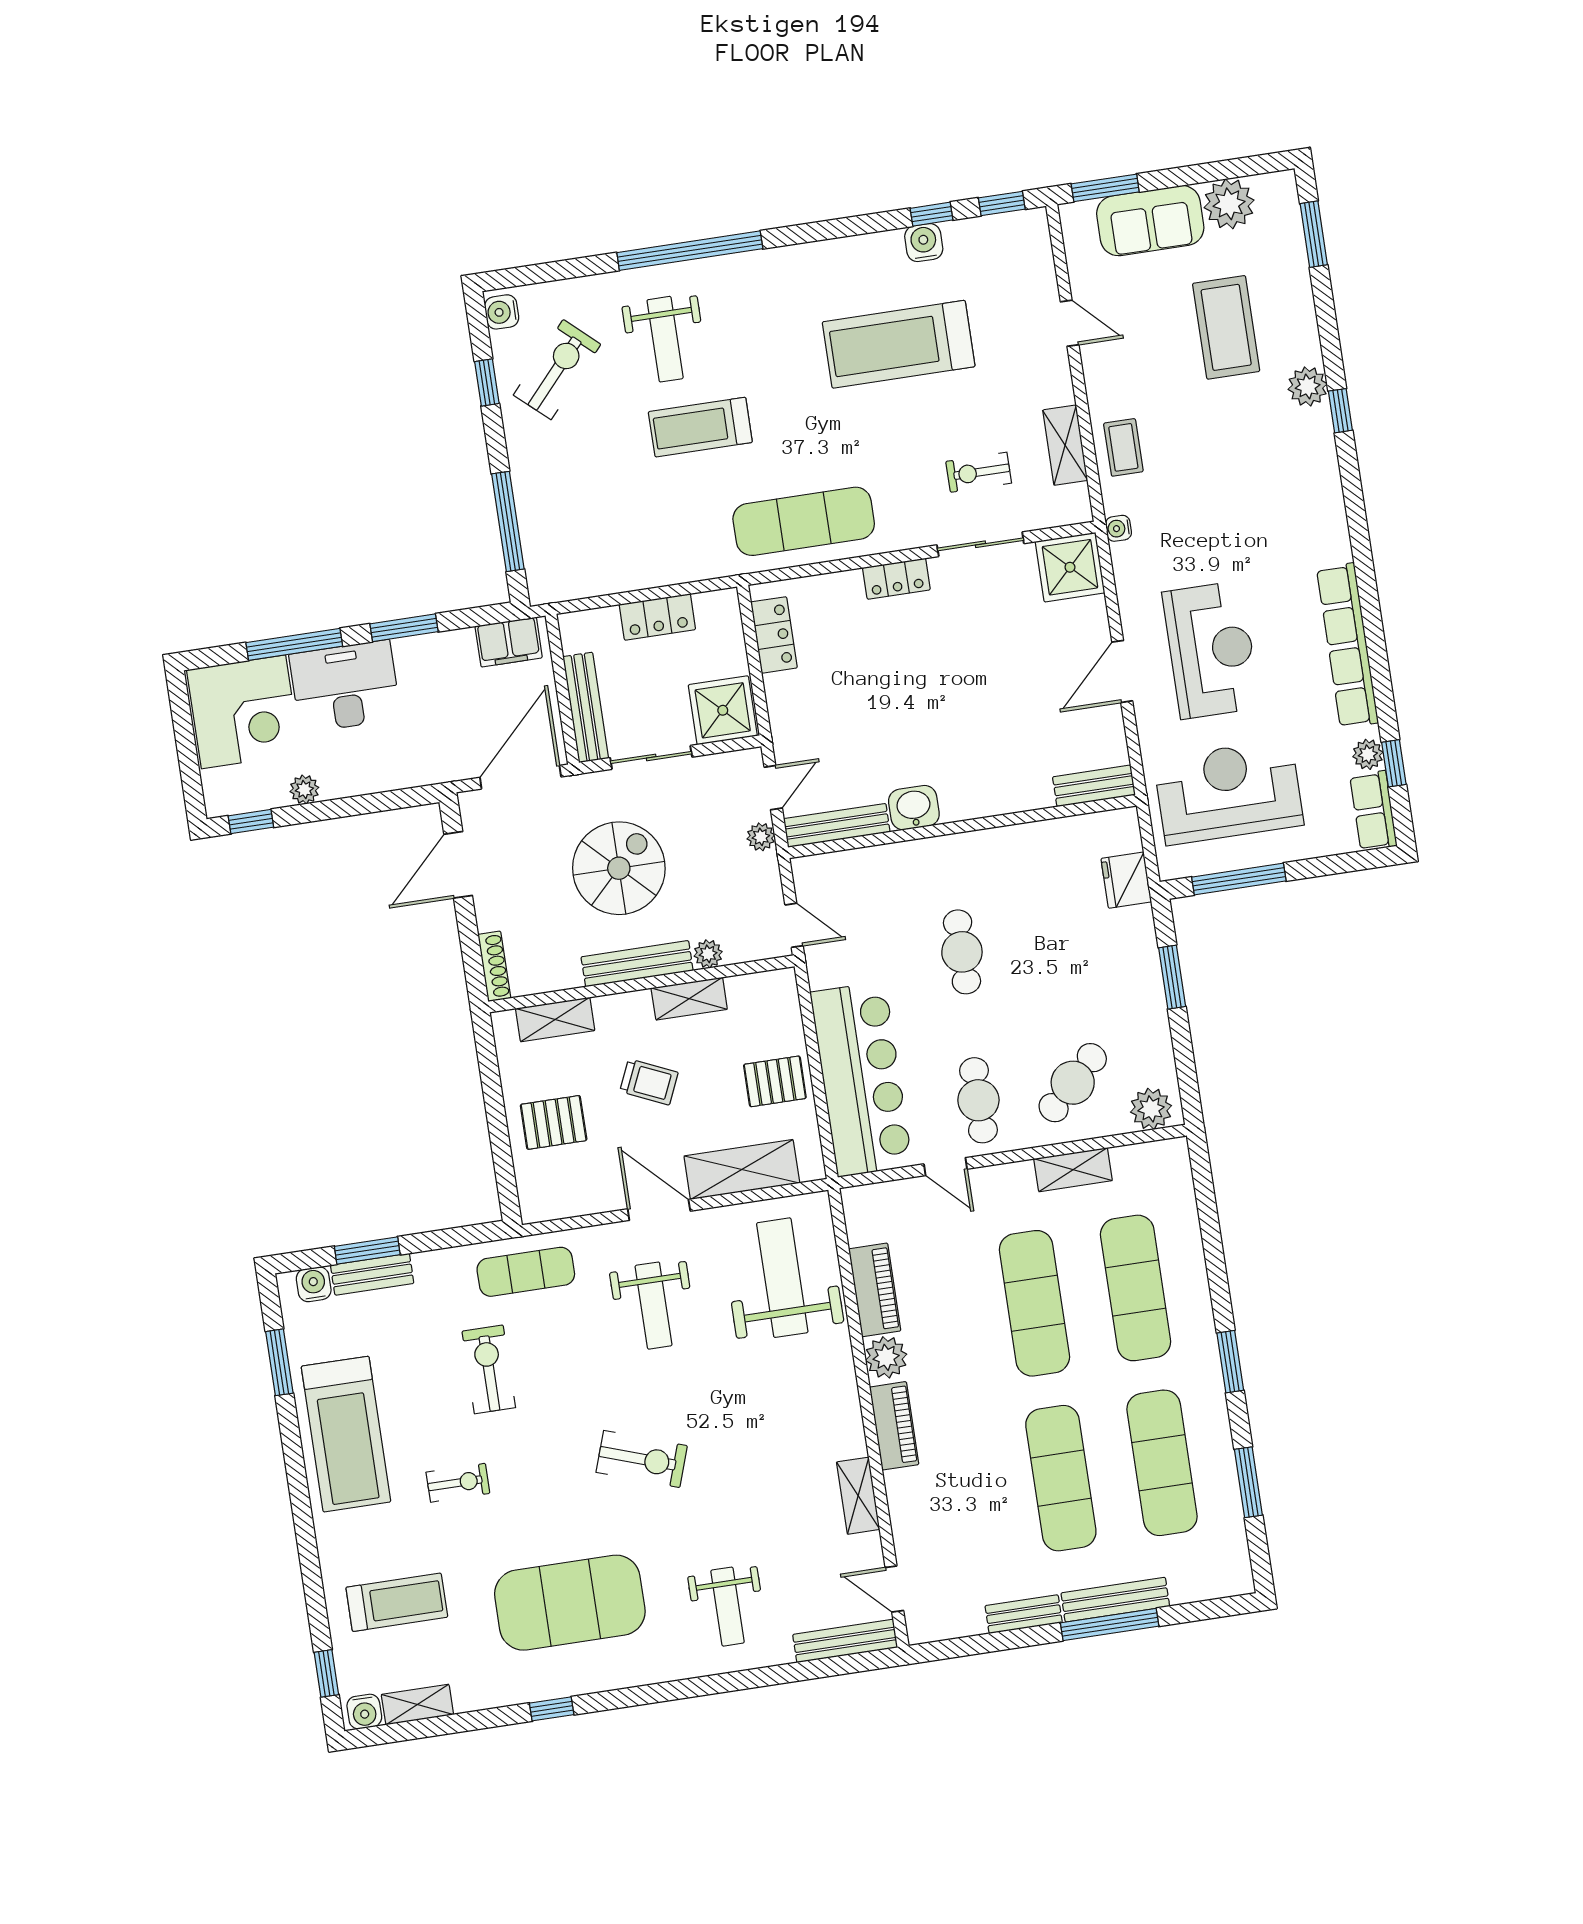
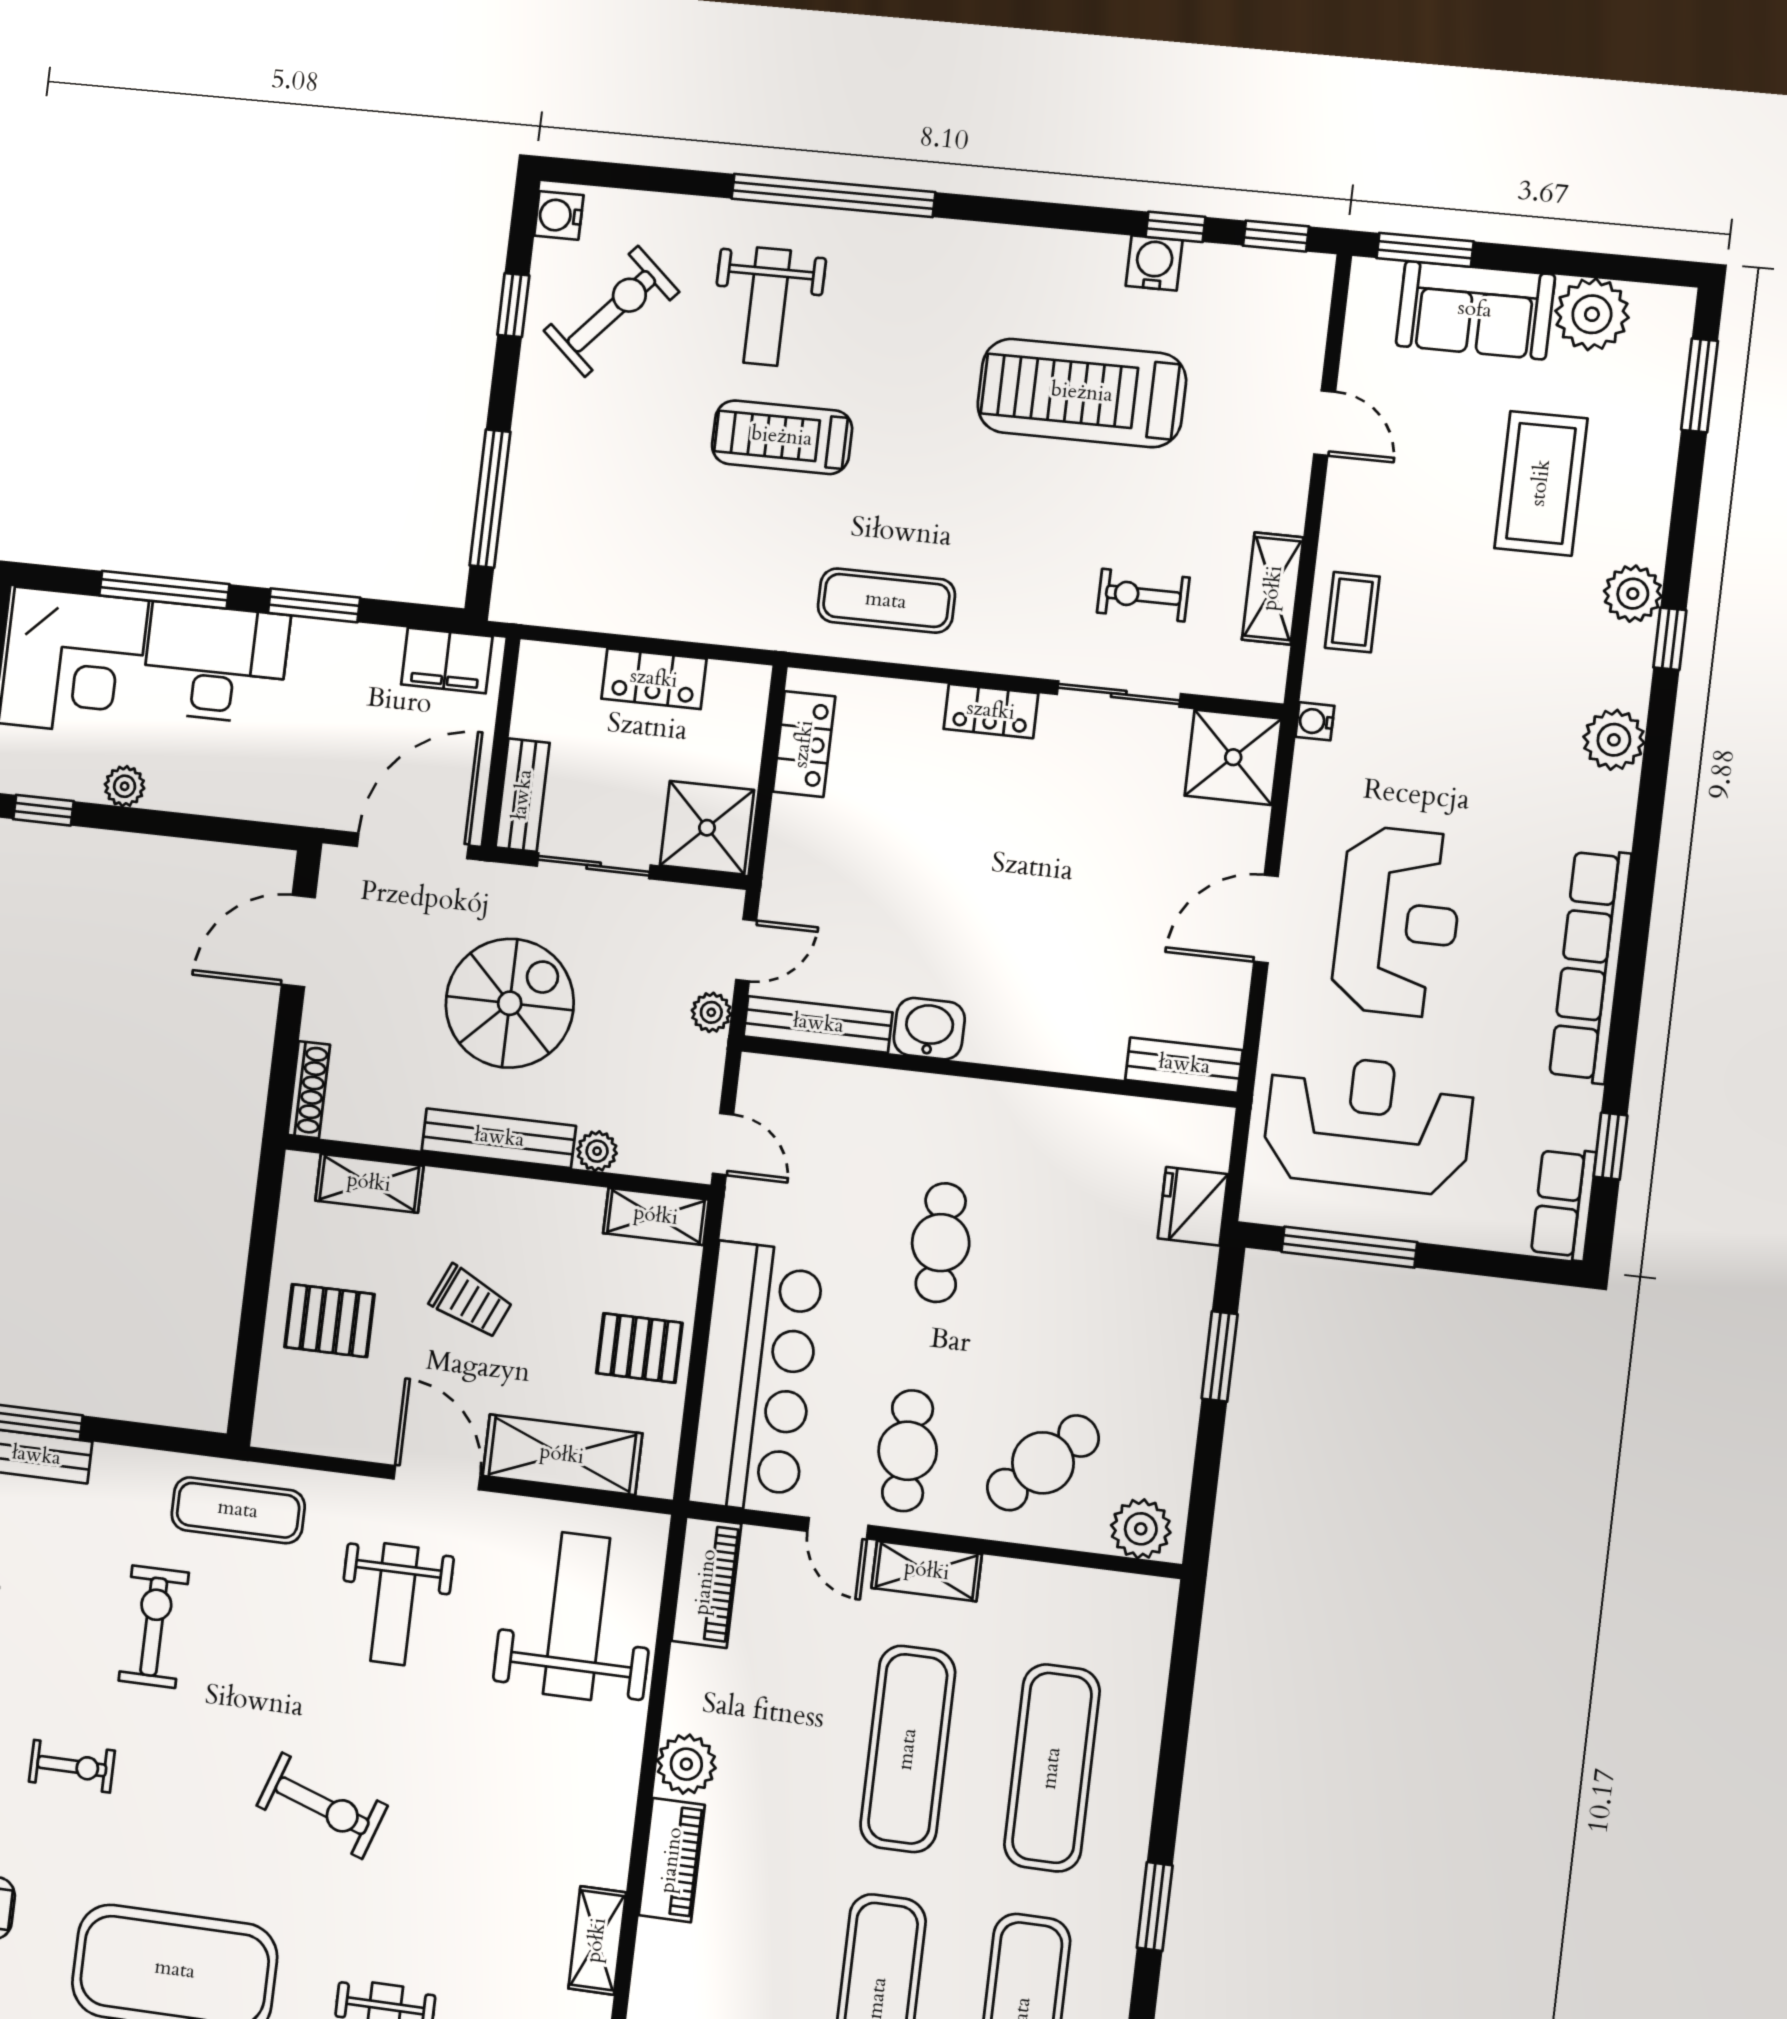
exercise mat: (804, 521) -> (886, 601), width x0.73, depth x0.69
bench: (586, 707) -> (523, 795), width x0.73
plant: (1368, 754) -> (1614, 740), moved, width x1.38, depth x1.38
shelving: (689, 999) -> (656, 1216), moved
shelving: (1073, 1170) -> (927, 1571), moved
piano: (875, 1290) -> (706, 1582), moved

